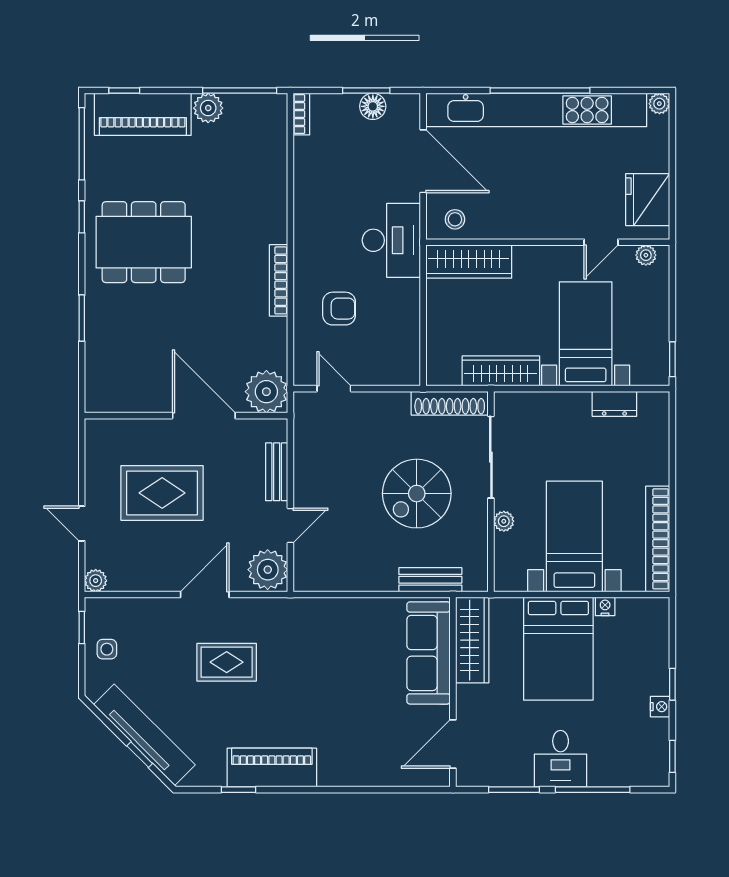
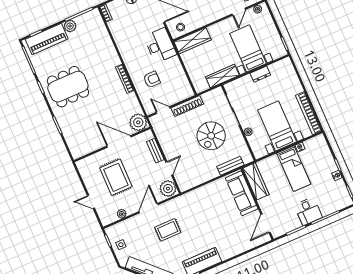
shoe rack: (450, 403) -> (187, 106), moved
dresser: (614, 404) -> (260, 74), moved
rug: (162, 493) -> (116, 177), turned 90
plant: (96, 581) -> (122, 214), moved
bed: (558, 649) -> (294, 169), width x0.67

